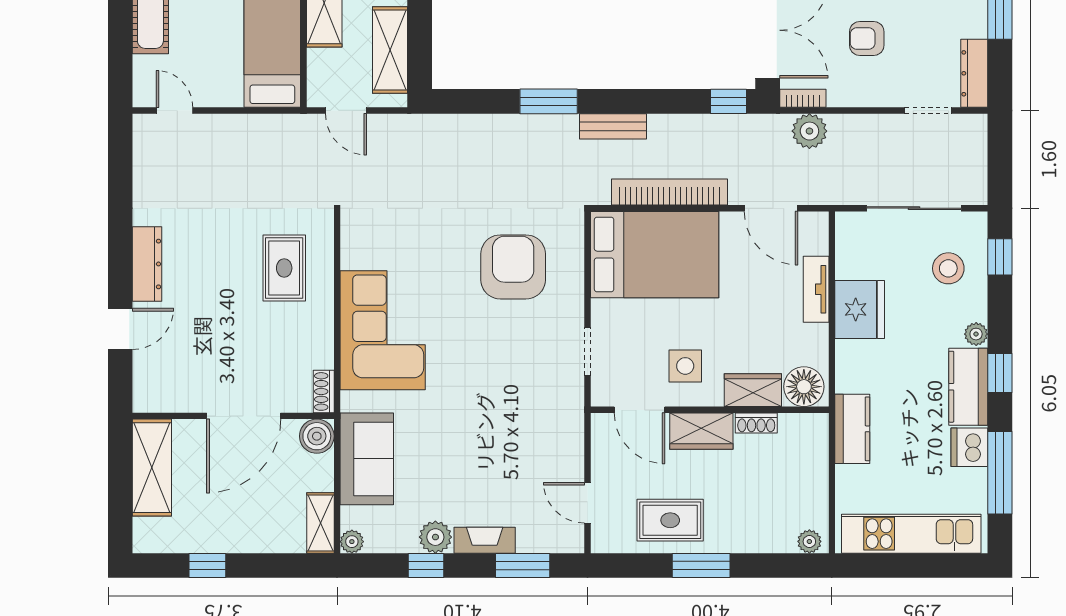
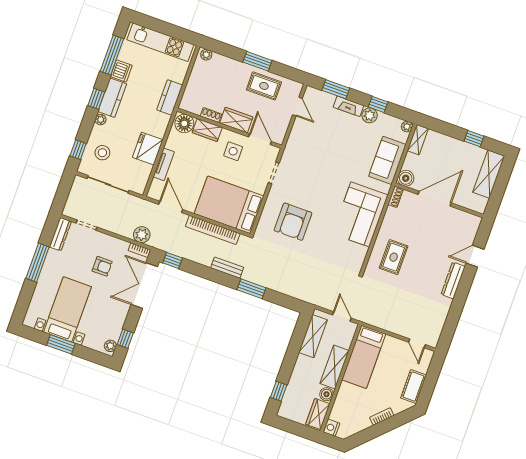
shelving: (152, 468) -> (489, 174), moved

